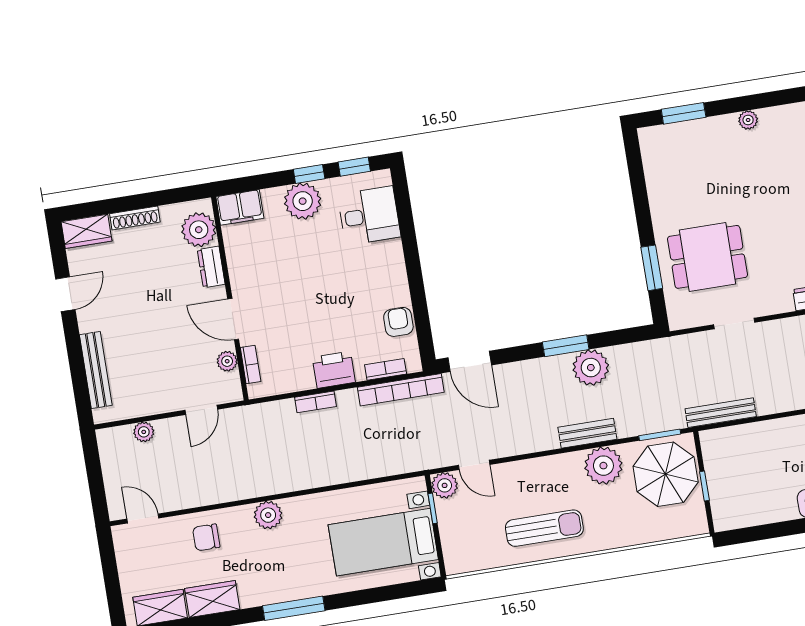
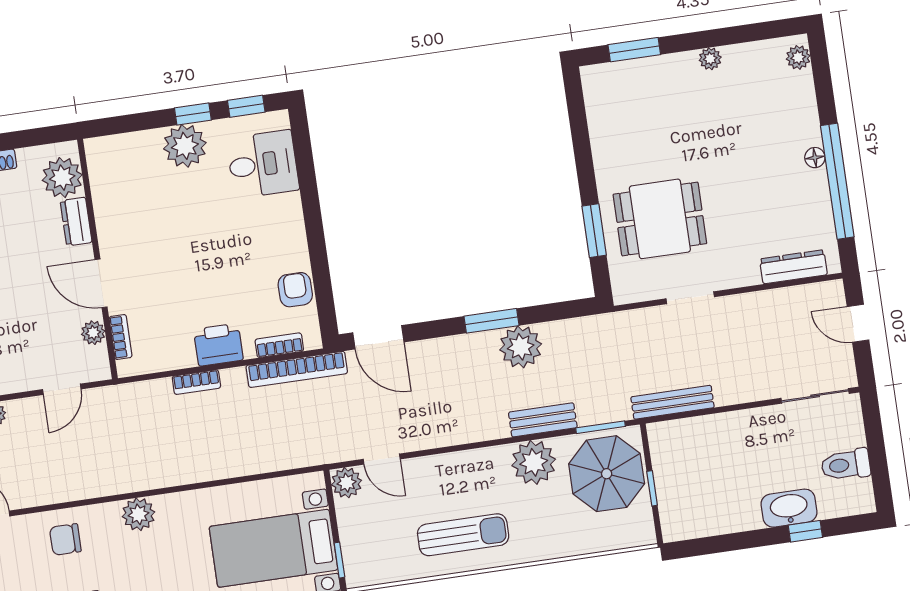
filing cabinet: (240, 207) -> (111, 152), removed
bench: (587, 433) -> (543, 420), moved
window: (433, 508) -> (339, 560), moved

